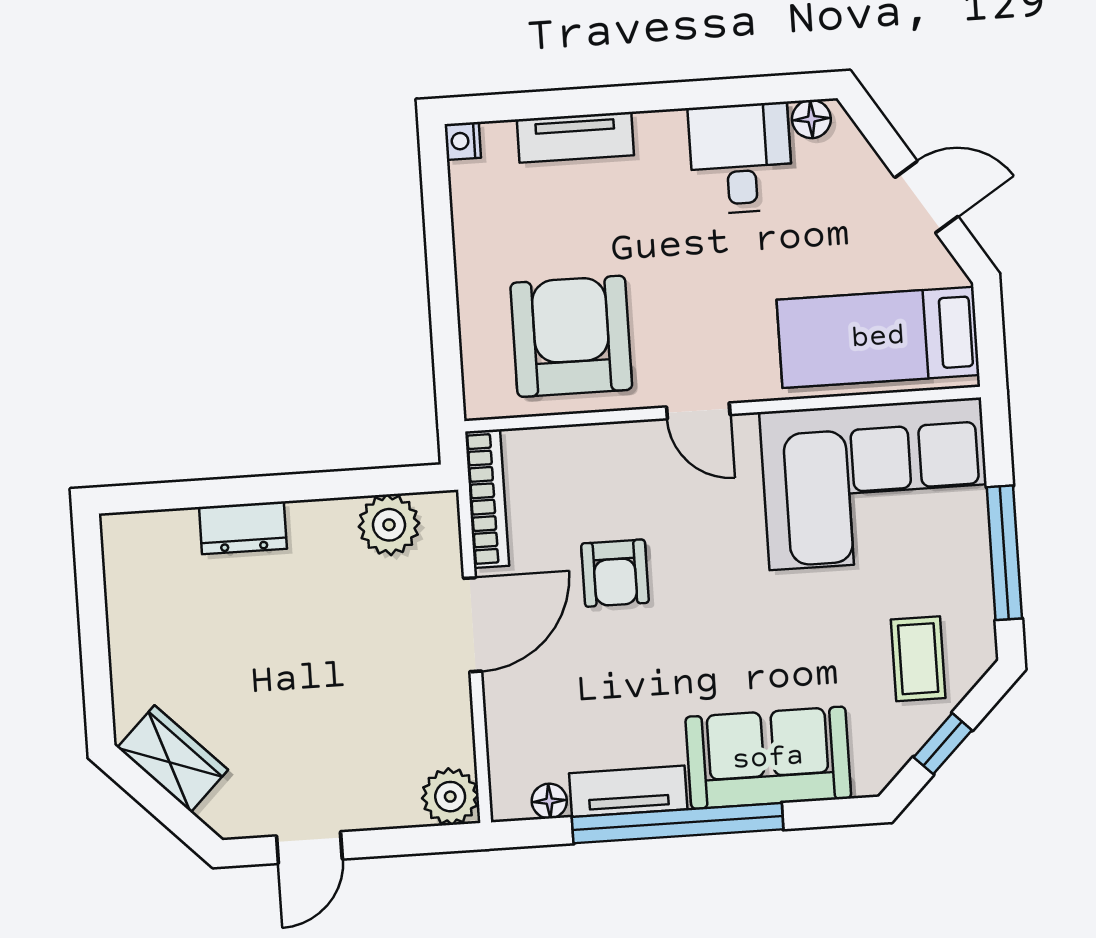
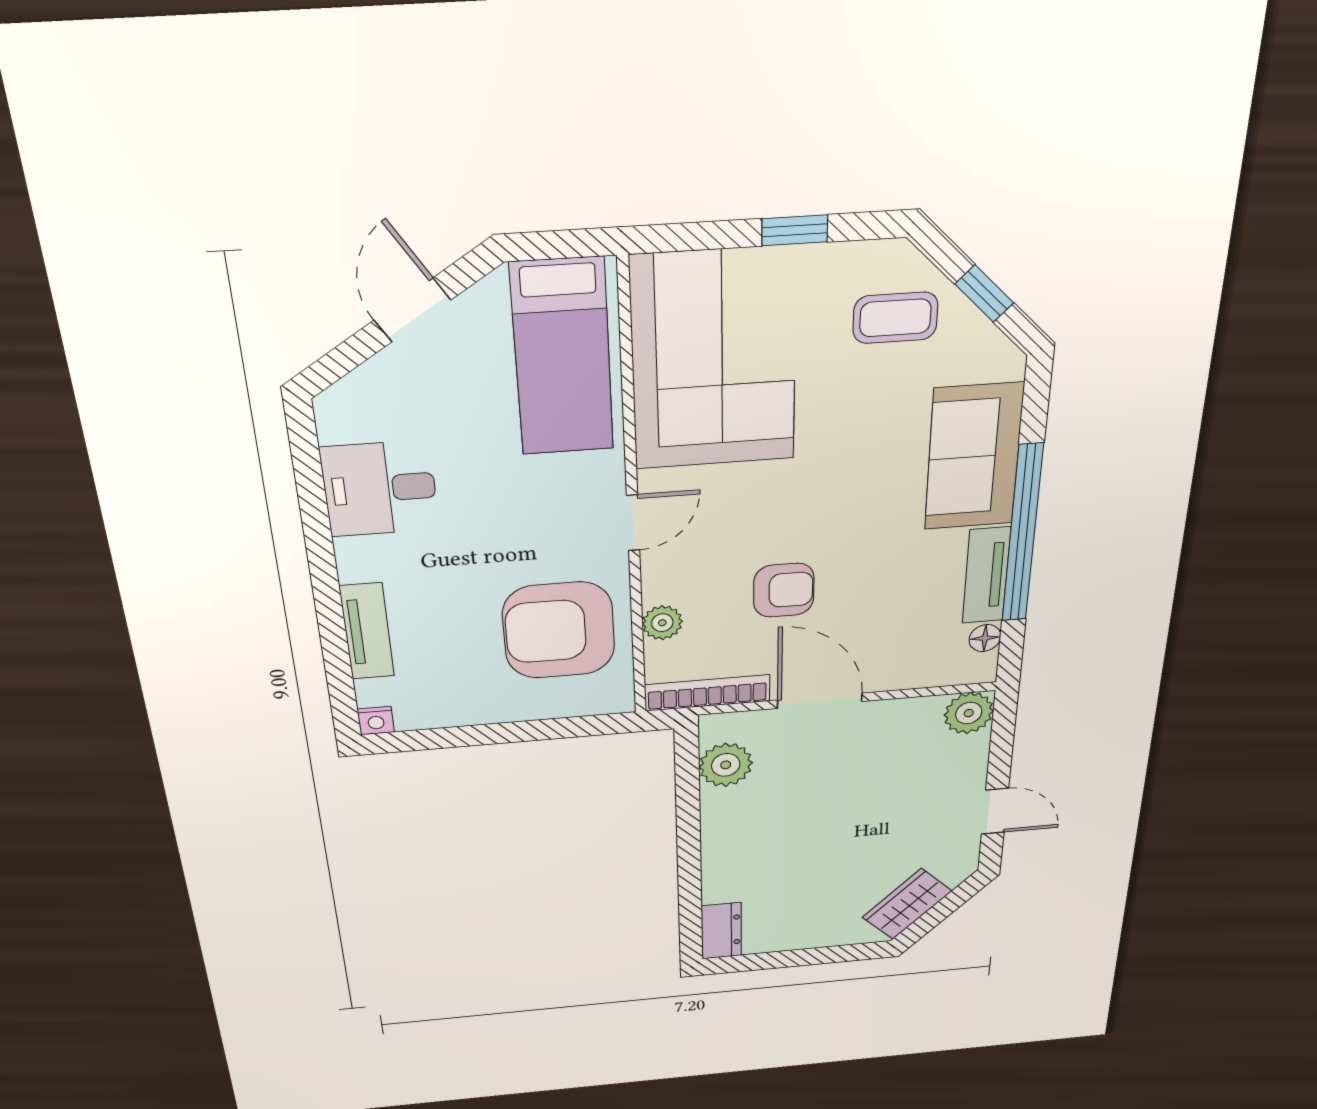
floor lamp: (811, 119) -> (335, 423), removed
plant: (578, 446) -> (662, 623), added
dresser: (243, 528) -> (721, 931), moved
window: (1004, 553) -> (795, 230), width x0.46

